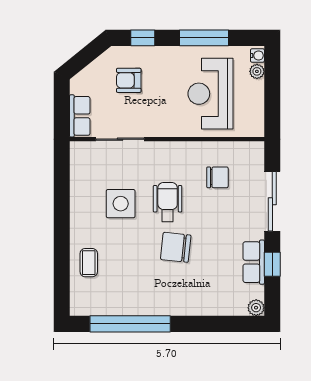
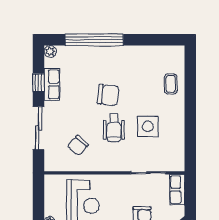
chair: (218, 177) -> (78, 145), turned -48
window: (130, 324) -> (94, 40), moved

